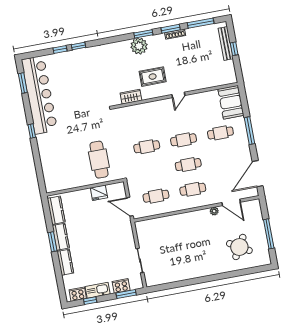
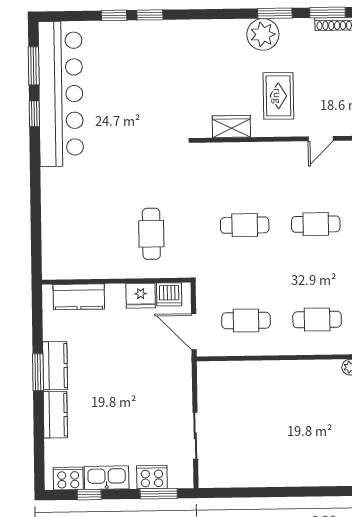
rug: (153, 77) -> (278, 96), turned 90
window: (32, 131) -> (34, 114), moved
cafe table: (99, 160) -> (151, 234), width x0.73, depth x0.74
cafe table: (188, 165) -> (316, 272), removed
dishwasher: (114, 190) -> (169, 294), added
kitchen counter: (56, 210) -> (79, 297), moved, turned 90

